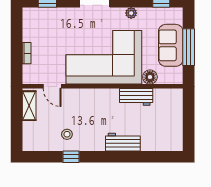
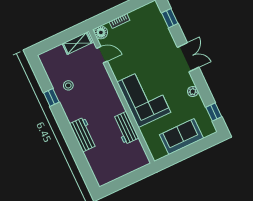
window: (189, 47) -> (187, 152), removed
corner sofa: (104, 57) -> (144, 97), width x0.73, depth x0.74
floor lamp: (150, 77) -> (101, 32), moved
door: (52, 86) -> (102, 55), swing flipped

